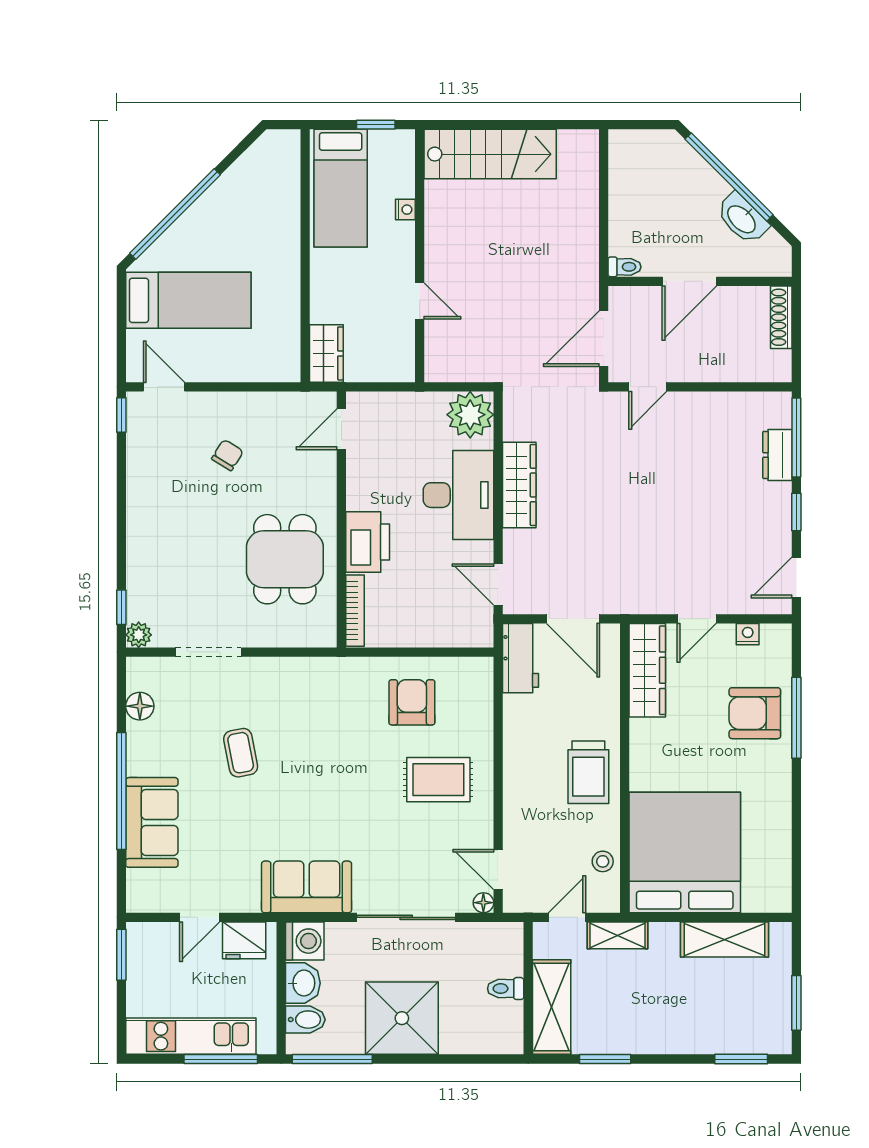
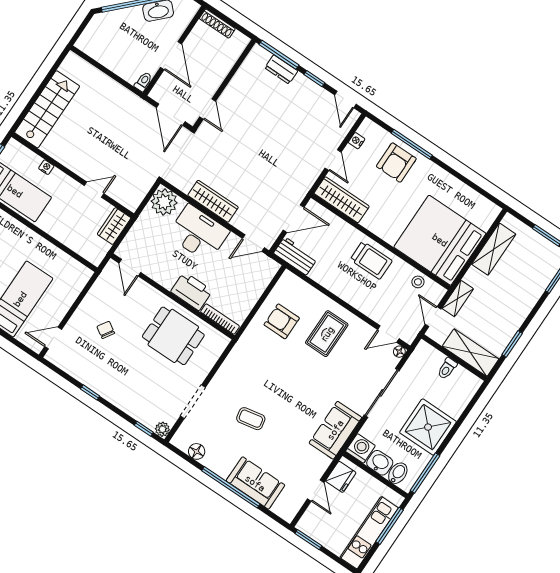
wardrobe: (326, 353) -> (114, 226), moved, turned -90
window: (121, 415) -> (90, 392), moved

